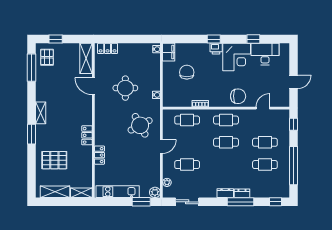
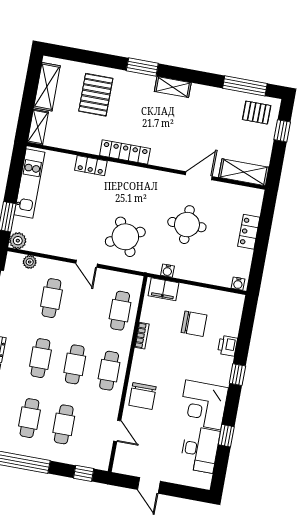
locker: (108, 48) -> (249, 232), moved
printer: (216, 49) -> (228, 346), moved
filing cabinet: (169, 52) -> (164, 289), moved
locker: (87, 135) -> (125, 152), width x1.53
cafe table: (226, 165) -> (40, 358), added

